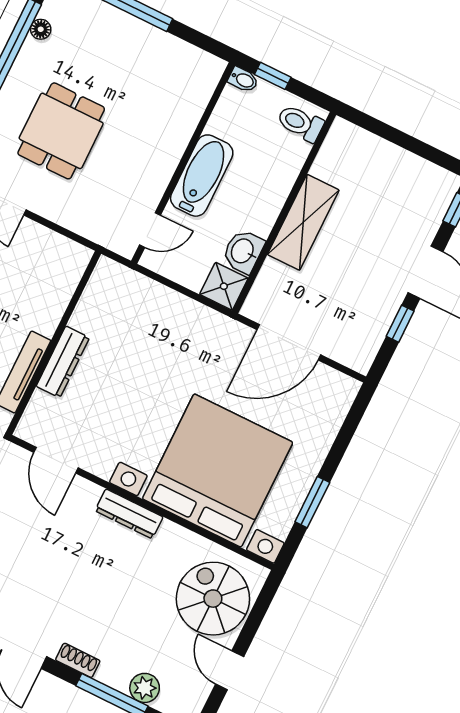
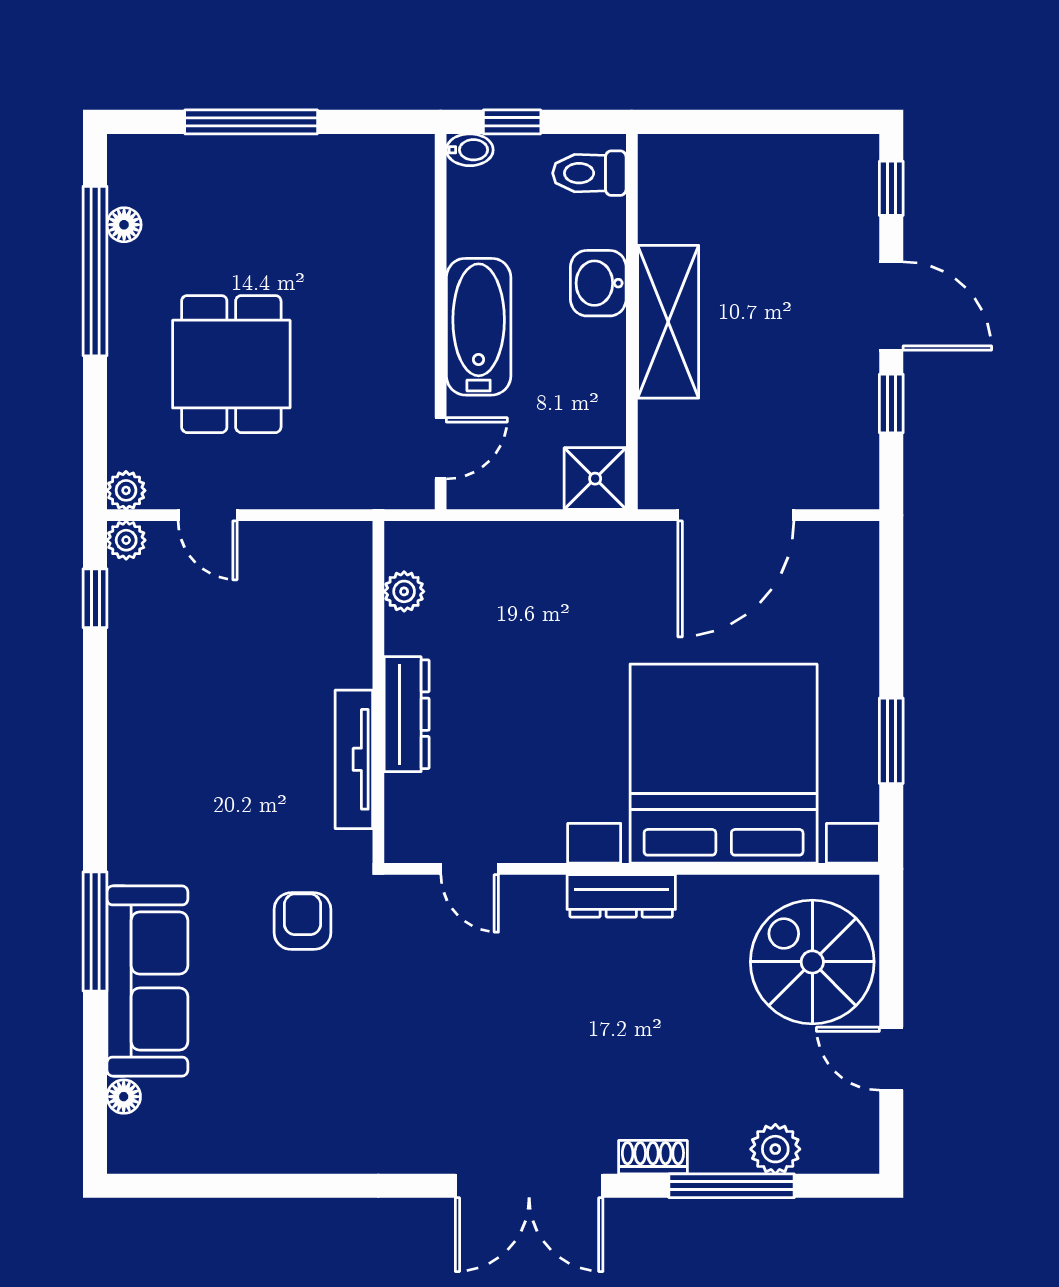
washbasin: (243, 251) -> (598, 283), moved
plant: (93, 296) -> (404, 591), added
door: (56, 460) -> (470, 869), width x0.73

